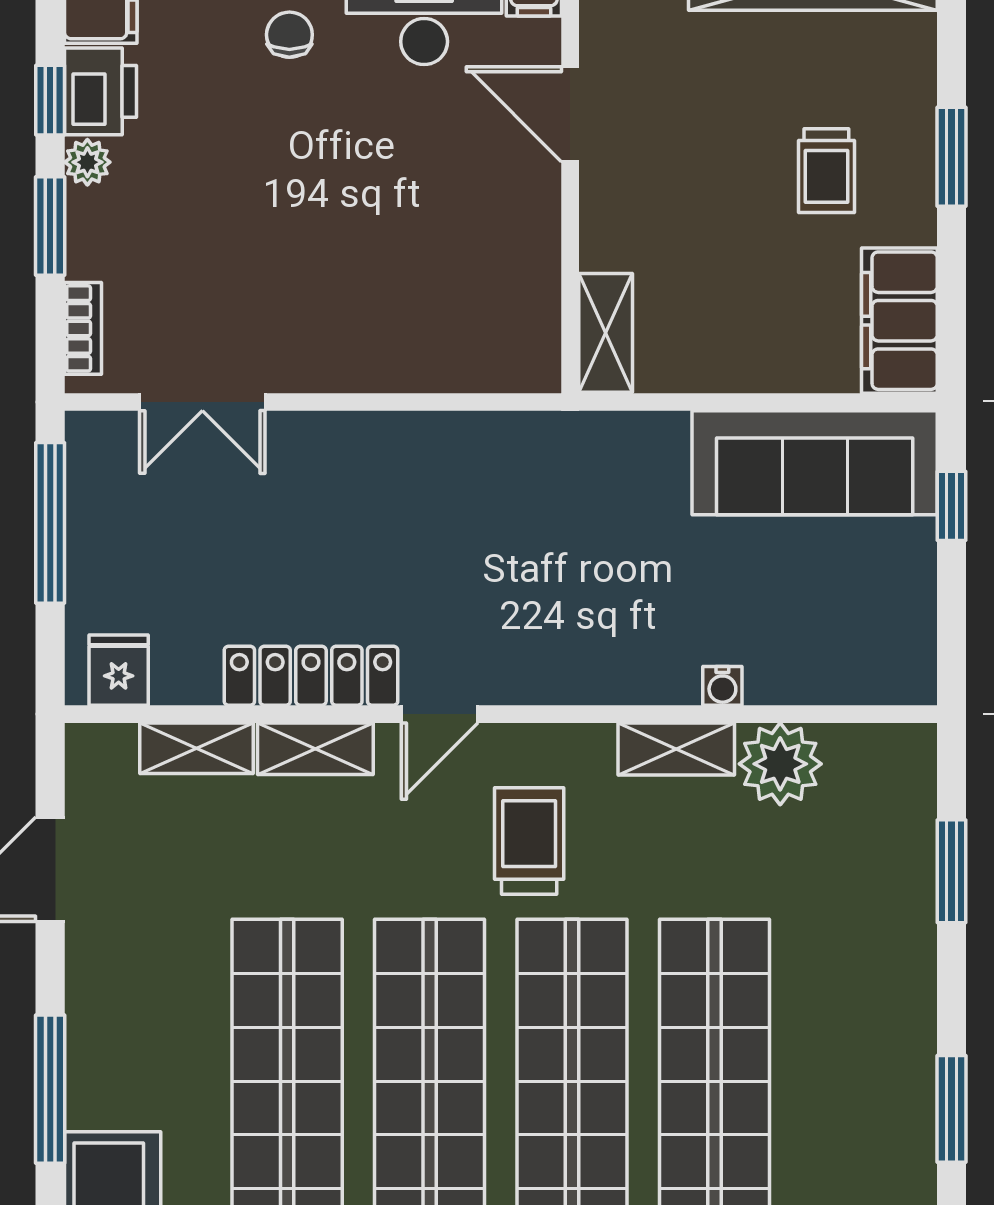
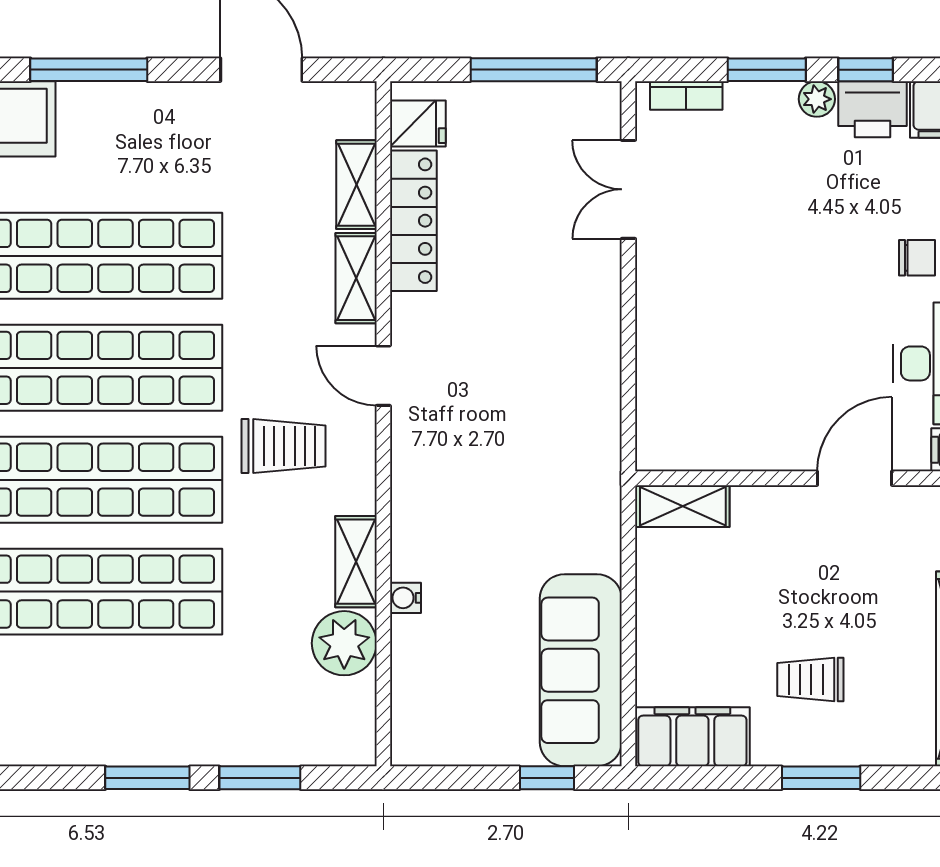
locker: (311, 676) -> (413, 221), moved
window: (952, 1109) -> (147, 778), moved

